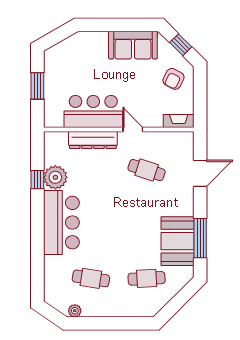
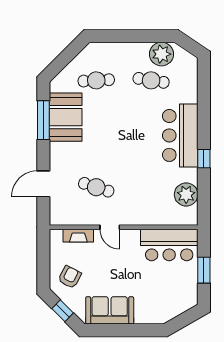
bar counter: (93, 111) -> (169, 245), moved
fireplace: (179, 121) -> (78, 236), moved
dresser: (93, 140) -> (149, 217), removed
plant: (55, 177) -> (186, 194), moved
window: (37, 180) -> (204, 159), moved
plant: (75, 311) -> (161, 54), width x1.87, depth x1.87

